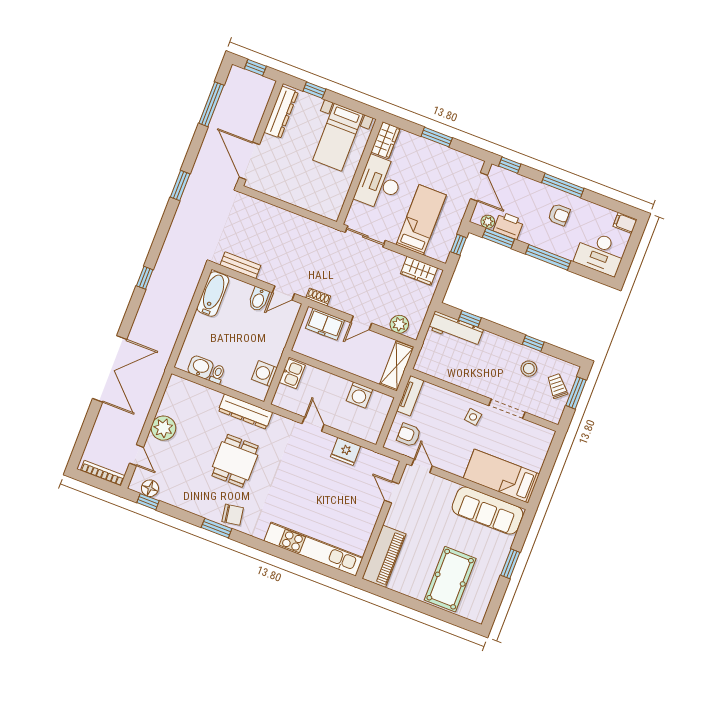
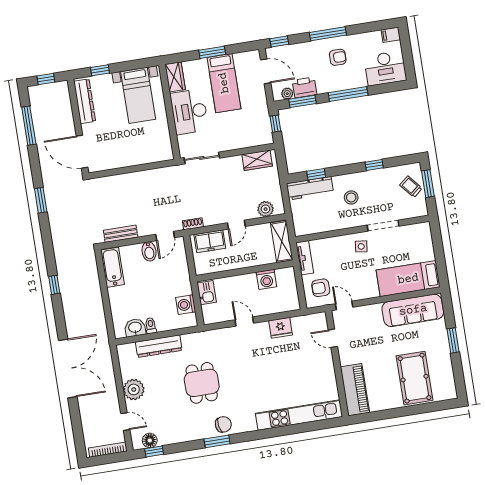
bed: (421, 220) -> (224, 83), moved, turned 180
stool: (529, 369) -> (351, 197), moved
dresser: (245, 412) -> (159, 346), moved

